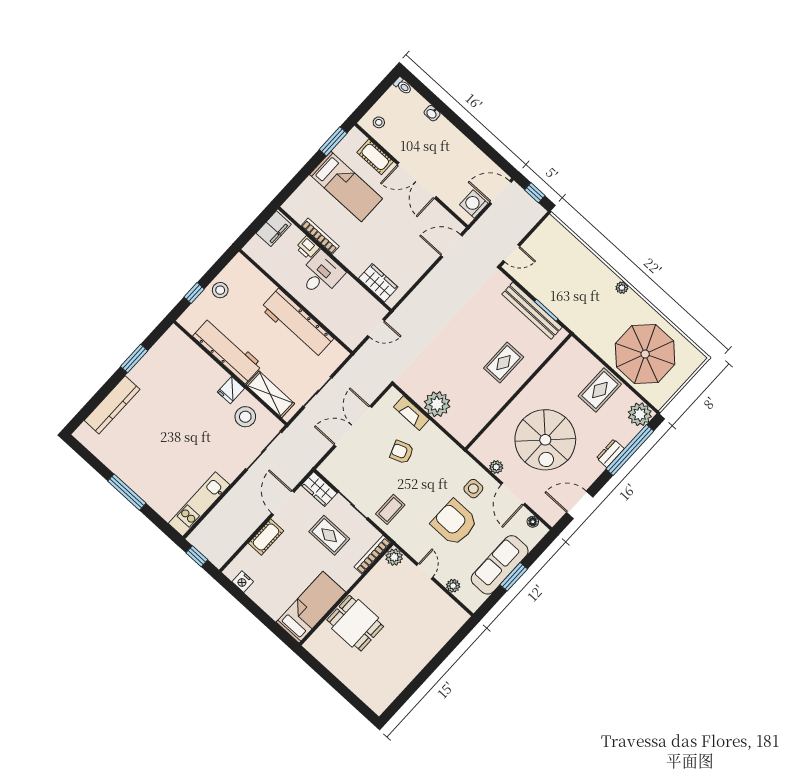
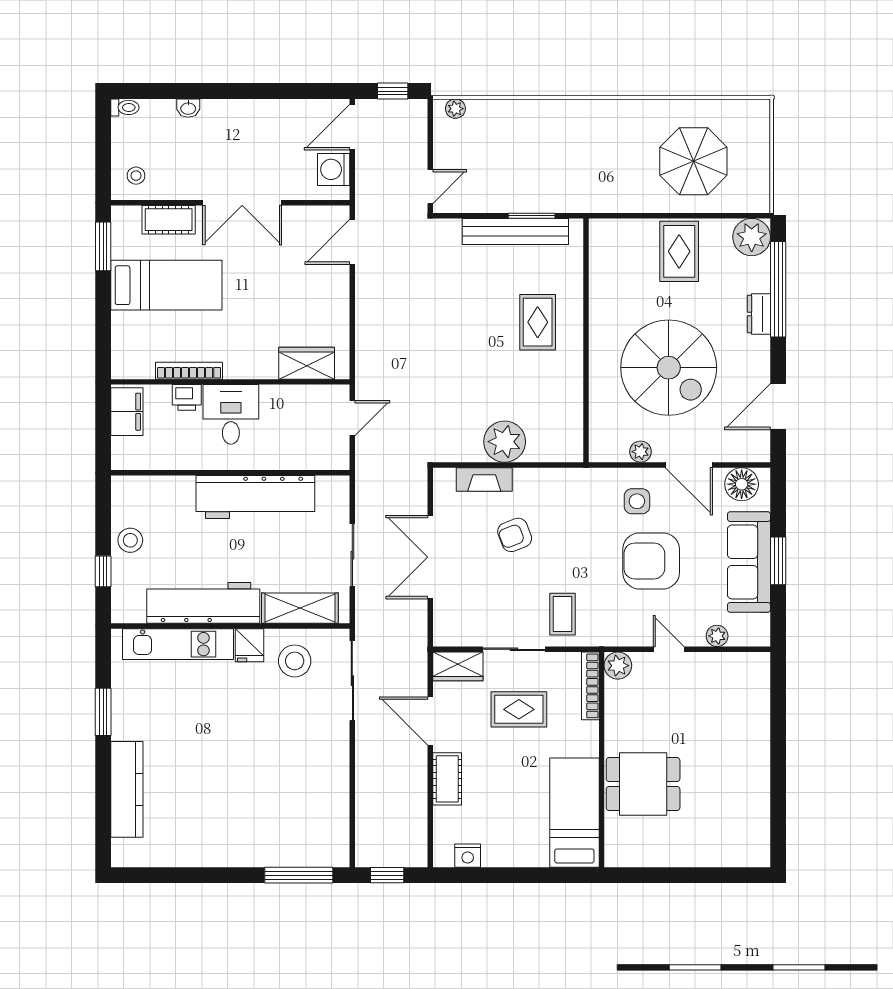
plant: (622, 288) -> (455, 109), moved
parasol: (645, 354) -> (693, 161), width x0.73, depth x0.73
window: (127, 492) -> (299, 875), moved
kitchen unit: (199, 504) -> (178, 644), moved, turned -90
floor lamp: (533, 522) -> (742, 484), width x1.89, depth x1.89

